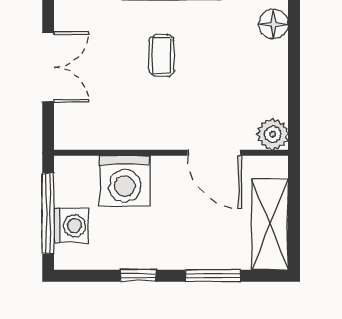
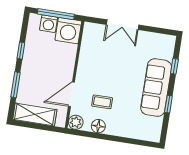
floor lamp: (273, 24) -> (98, 126), moved
coffee table: (162, 55) -> (102, 102), moved
washing machine: (125, 181) -> (68, 31), moved, turned -90

